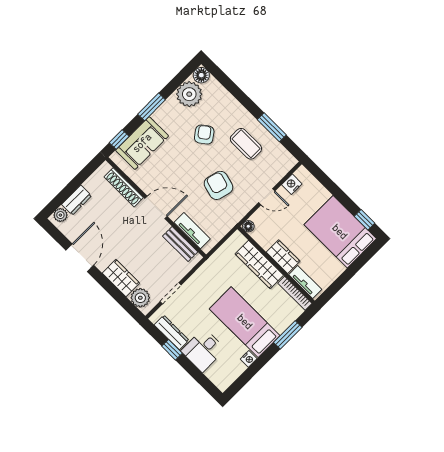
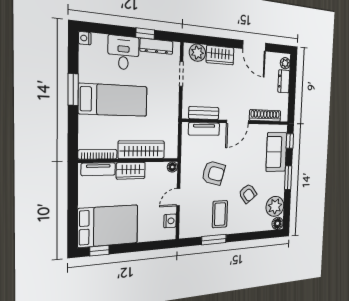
coffee table: (246, 144) -> (220, 214), turned 90
window: (288, 335) -> (73, 89), moved
nightstand: (249, 359) -> (85, 38), moved

